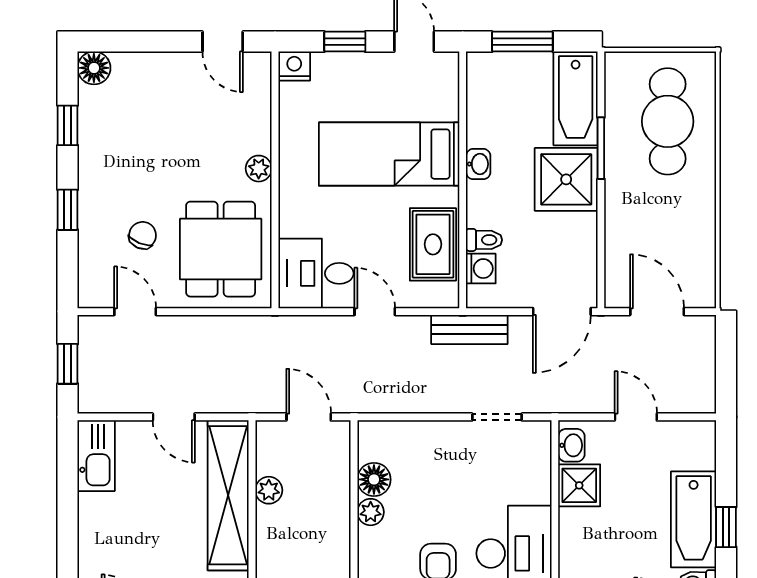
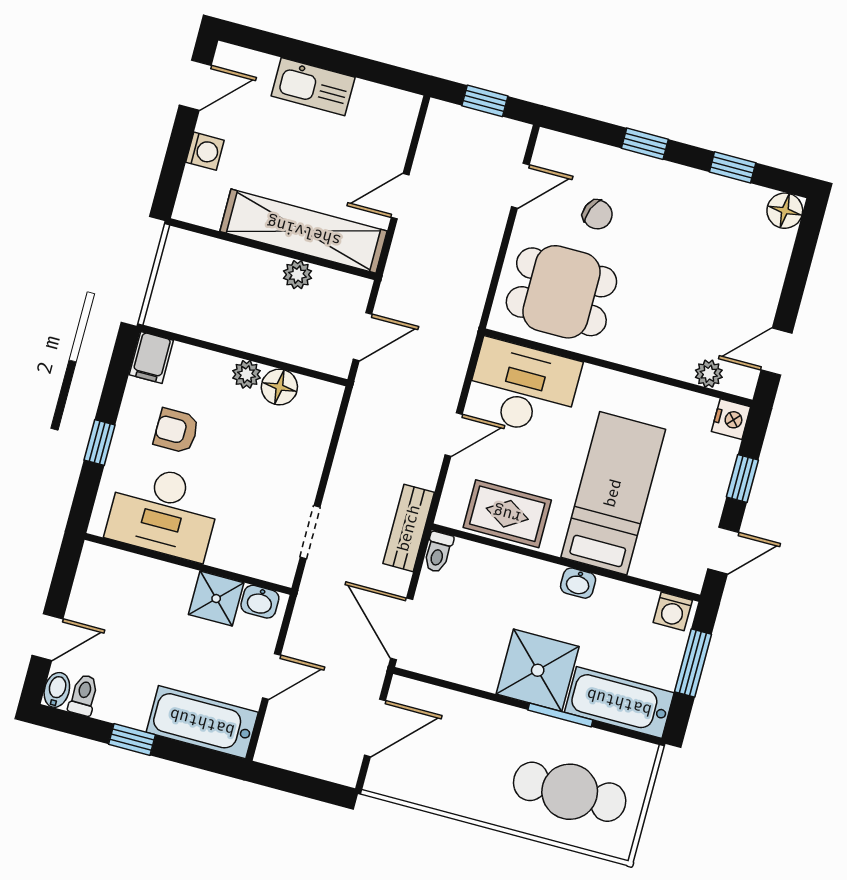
plant: (259, 169) -> (709, 374), moved
toilet: (484, 240) -> (438, 552), moved
washing machine: (481, 269) -> (673, 611), moved
desk: (316, 273) -> (523, 388), width x1.37
kitchen sink: (96, 456) -> (313, 87), moved
bathtub: (694, 519) -> (202, 722), moved

